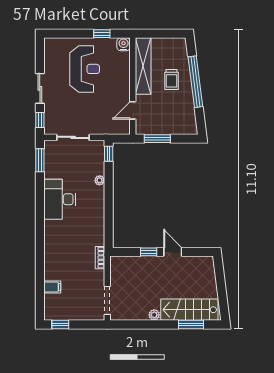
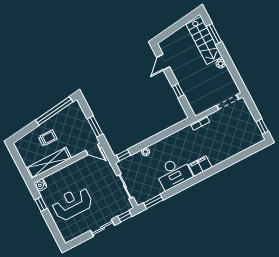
window: (195, 82) -> (54, 111), moved
door: (133, 110) -> (93, 149), moved
door: (173, 252) -> (163, 62), moved
filing cabinet: (52, 287) -> (200, 166), moved, width x2.00

